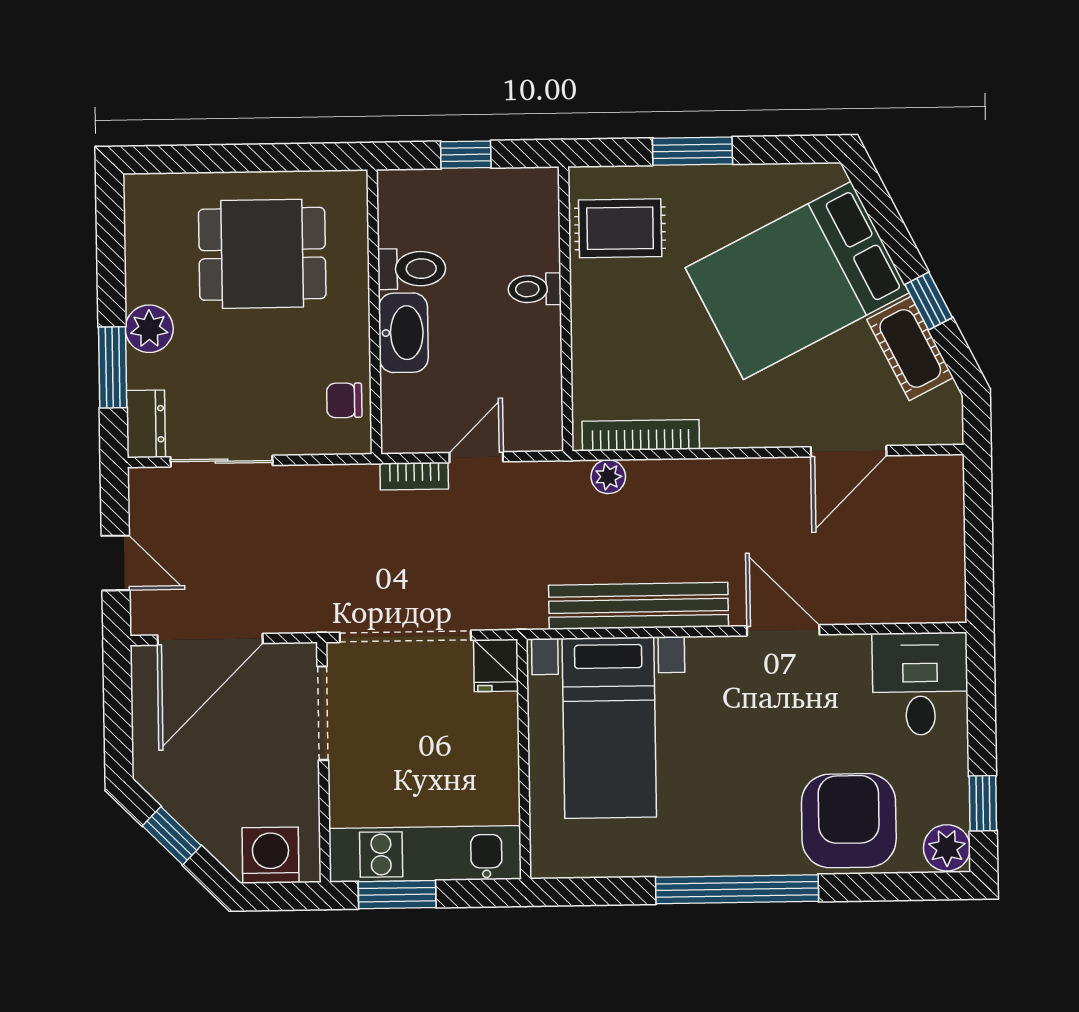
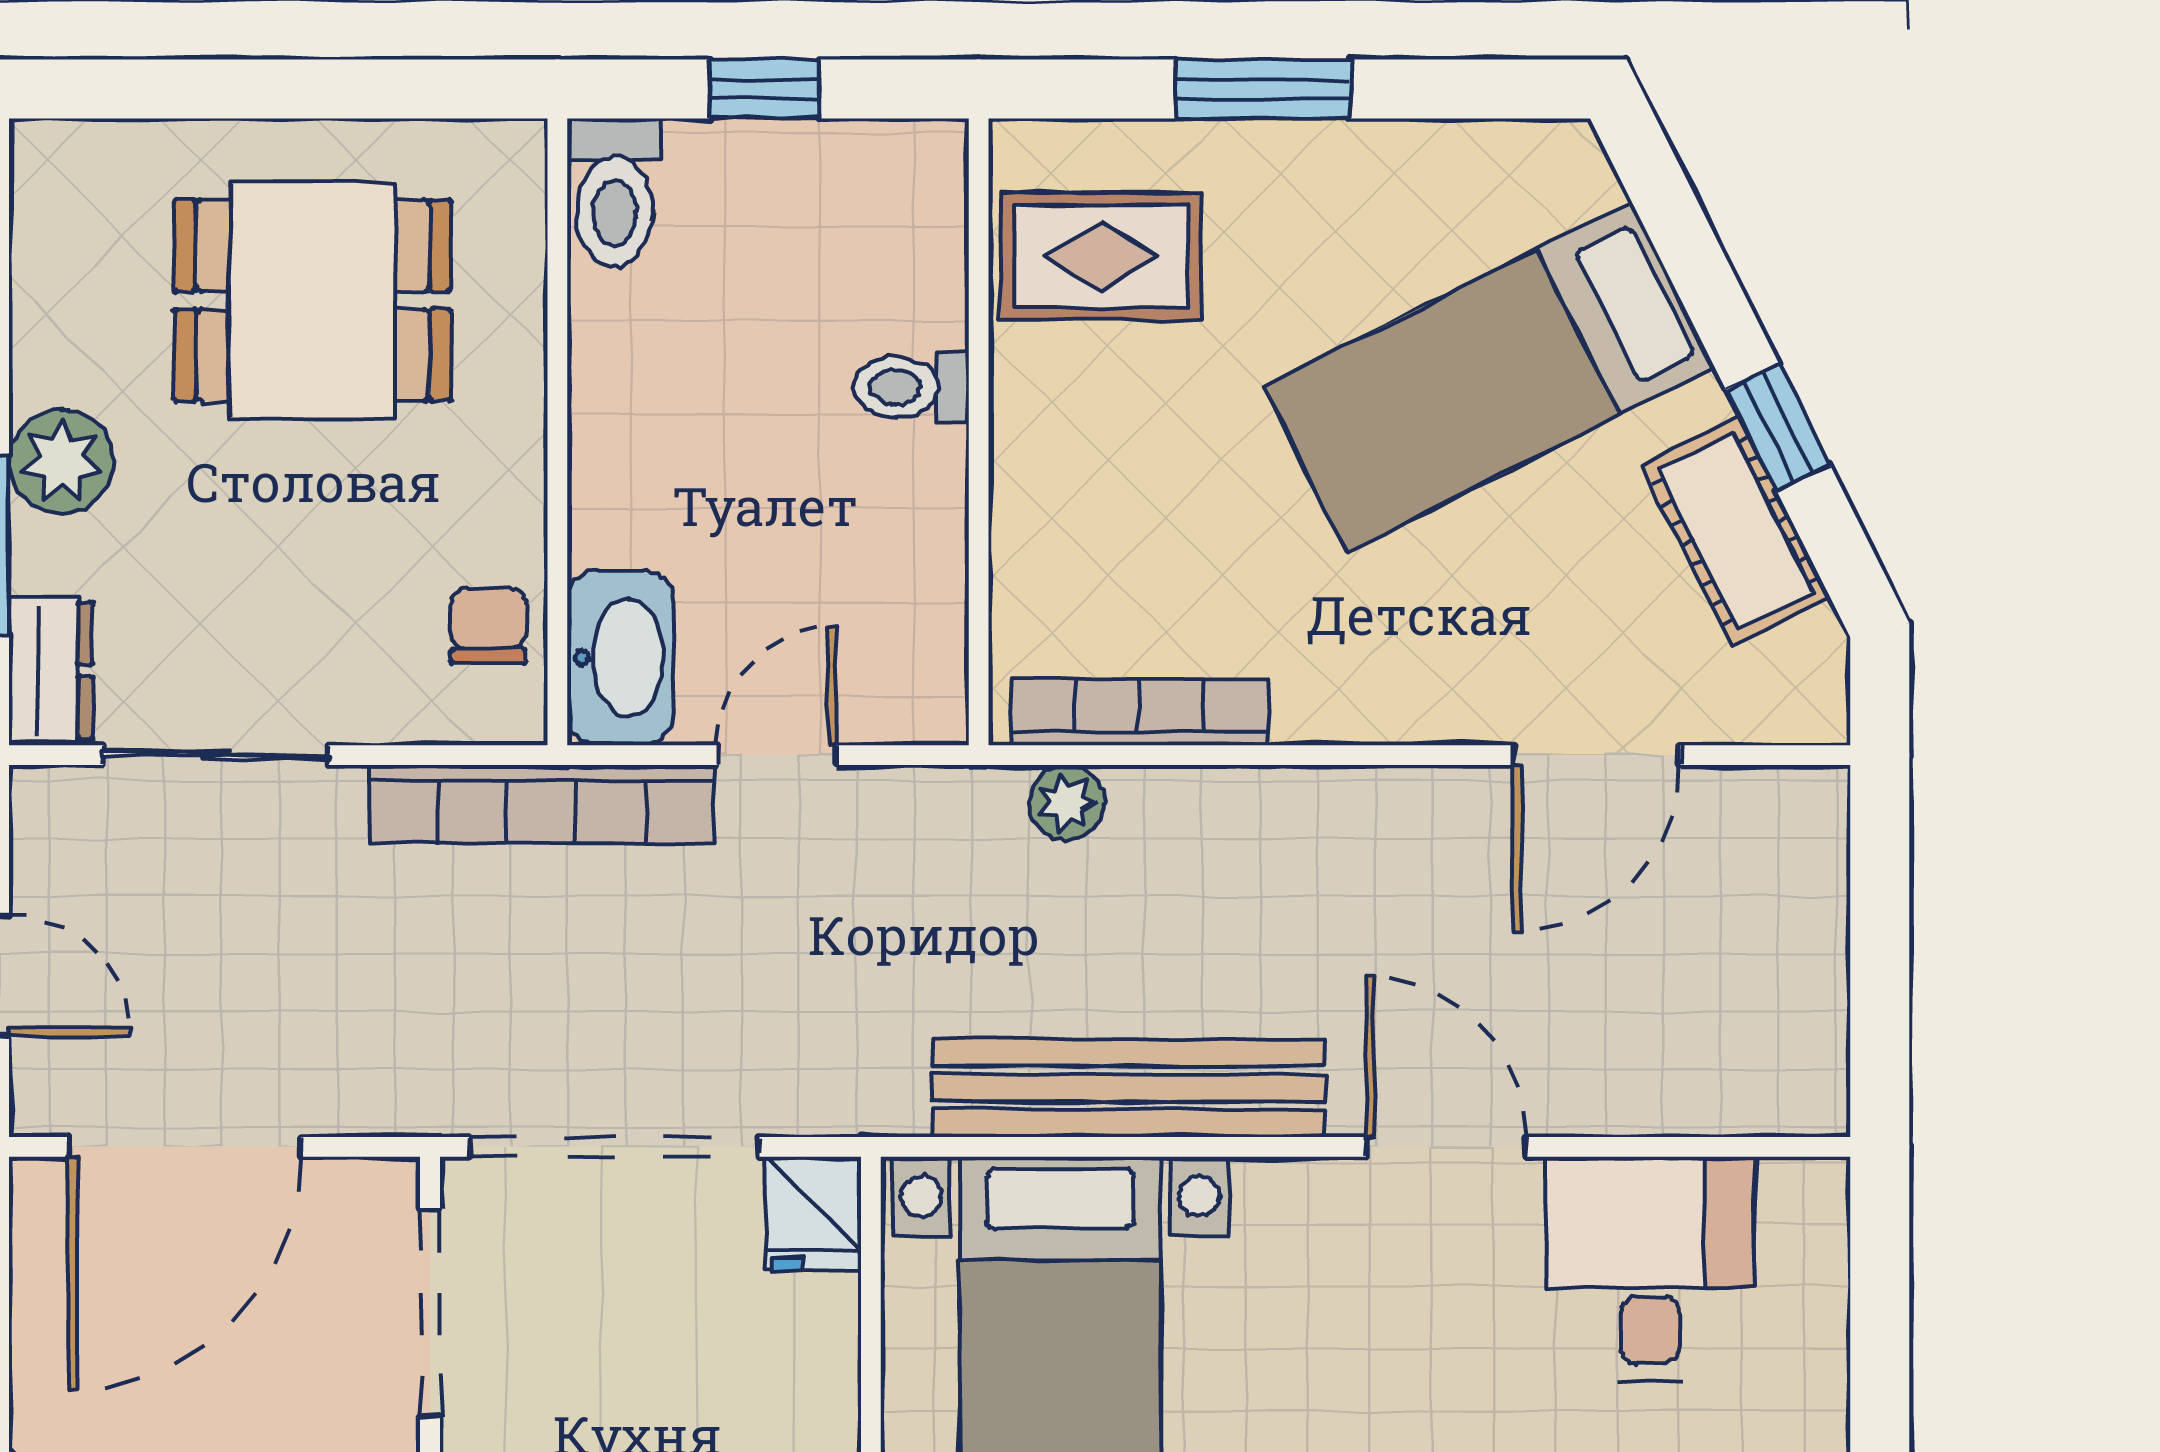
toilet: (412, 269) -> (614, 193), moved, turned 90
bed: (797, 280) -> (1489, 377), width x0.67
washbasin: (403, 333) -> (621, 658), moved
chair: (344, 400) -> (488, 626), turned 90
bookcase: (414, 476) -> (541, 804), width x2.31, depth x1.31
desk: (920, 684) -> (1650, 1269), moved

